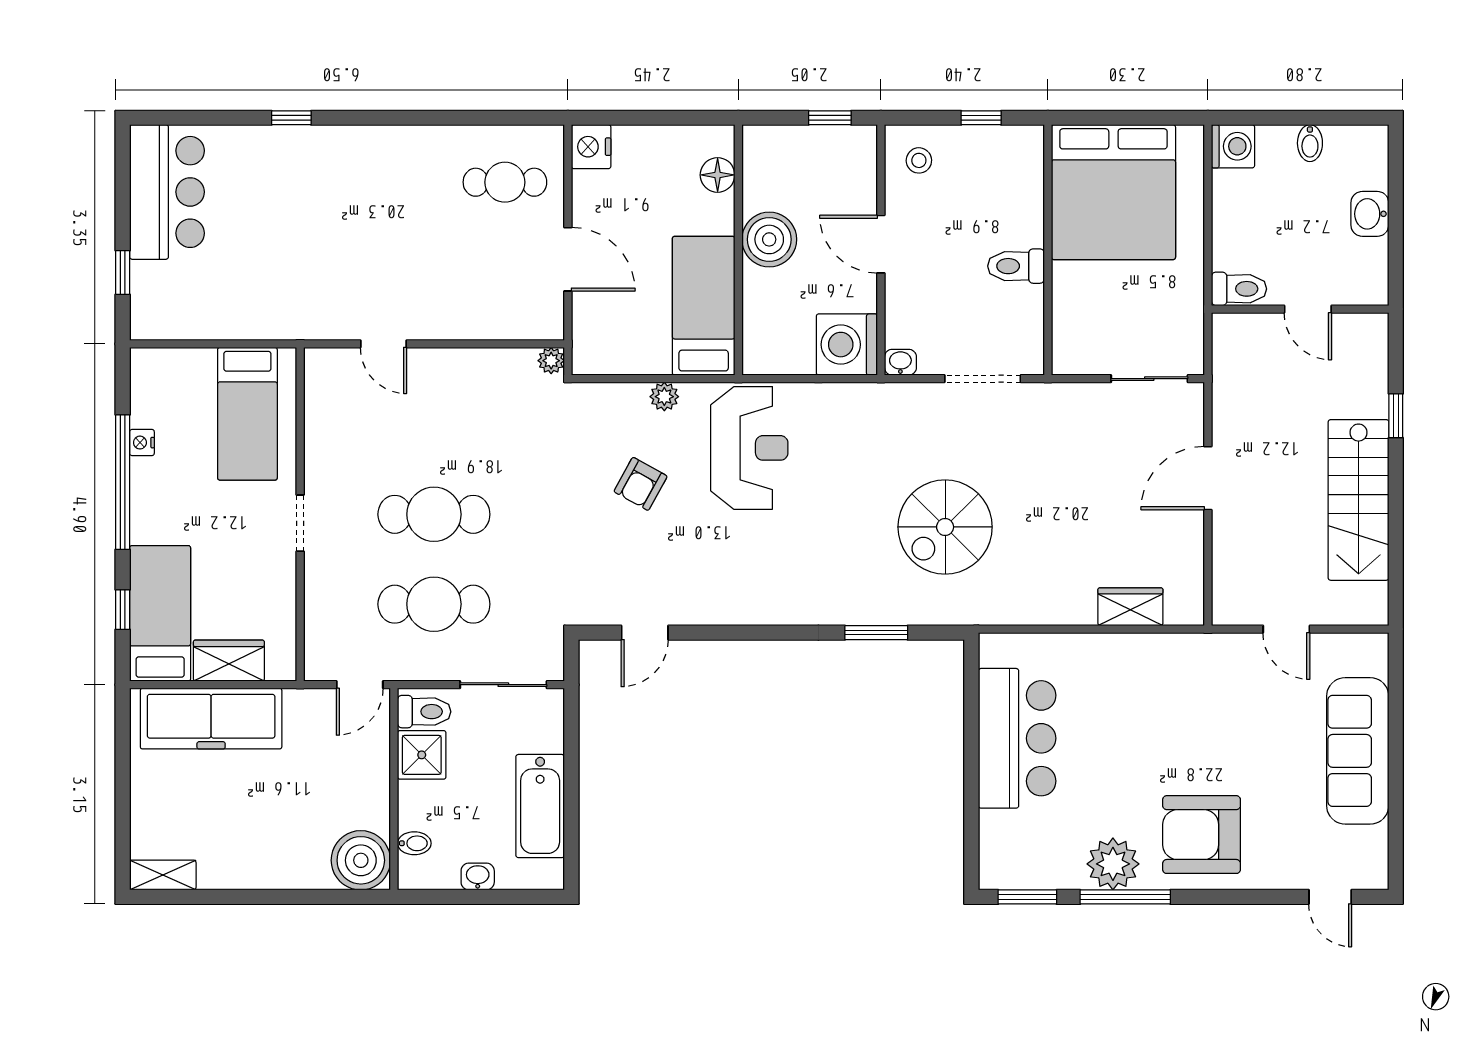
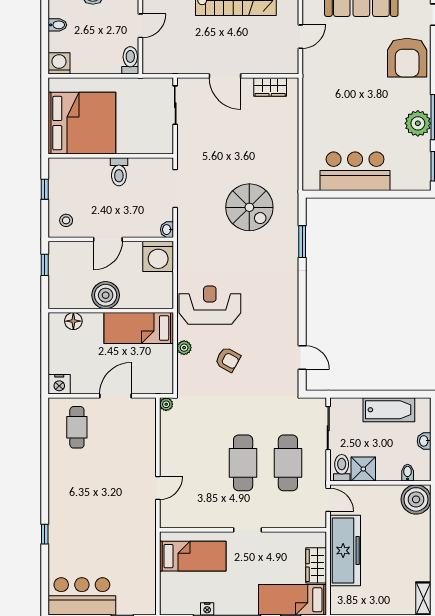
wardrobe: (1130, 607) -> (270, 87), moved, turned -90
freezer: (211, 719) -> (345, 551), moved
armchair: (1202, 835) -> (407, 58), moved

